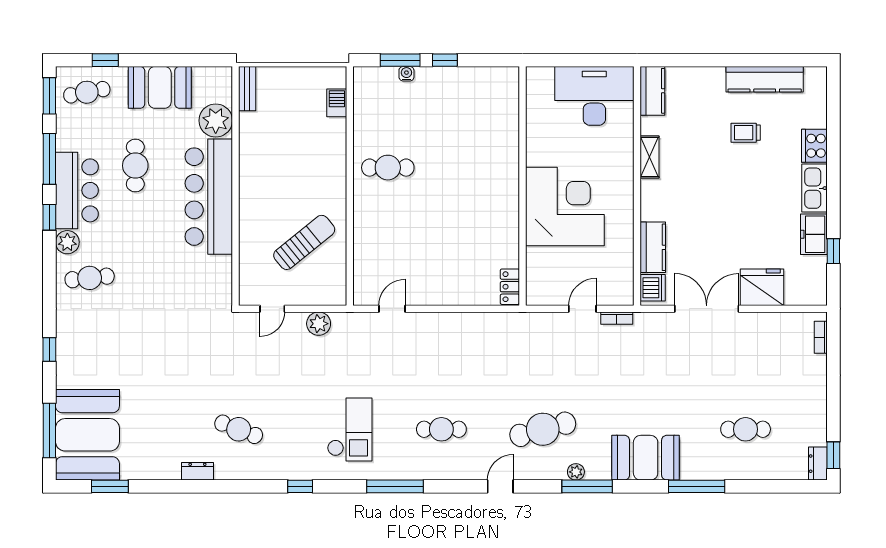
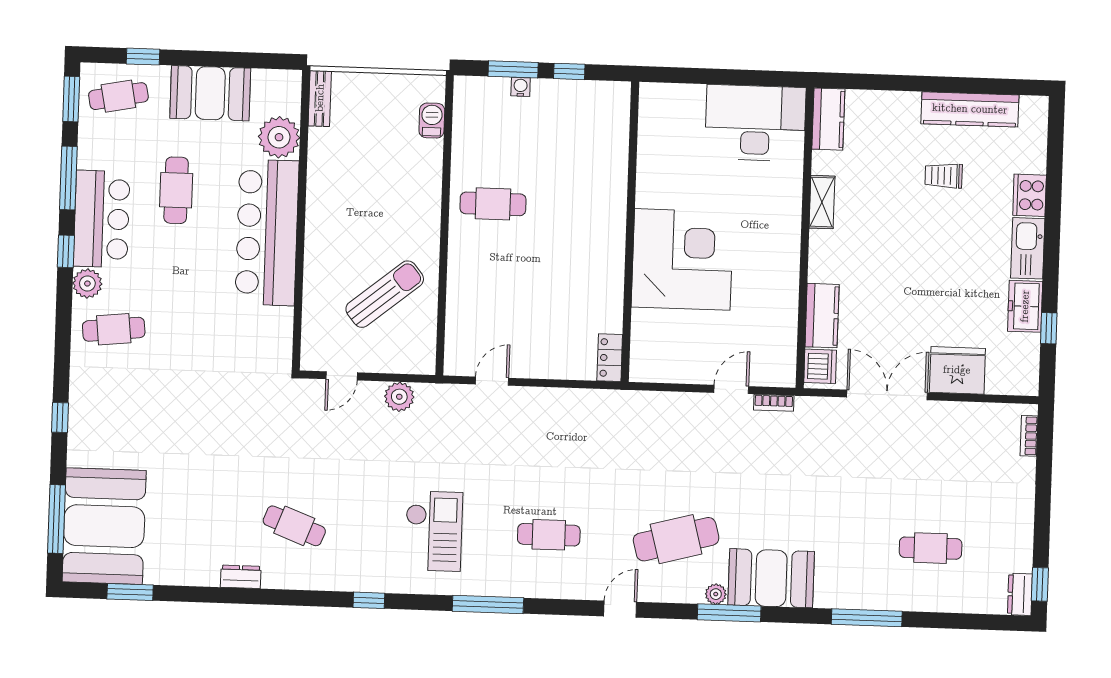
wall: (523, 186) -> (630, 232), moved
corner desk: (565, 207) -> (682, 259), moved
locker: (510, 287) -> (610, 358), moved
booth: (646, 458) -> (771, 578), moved

